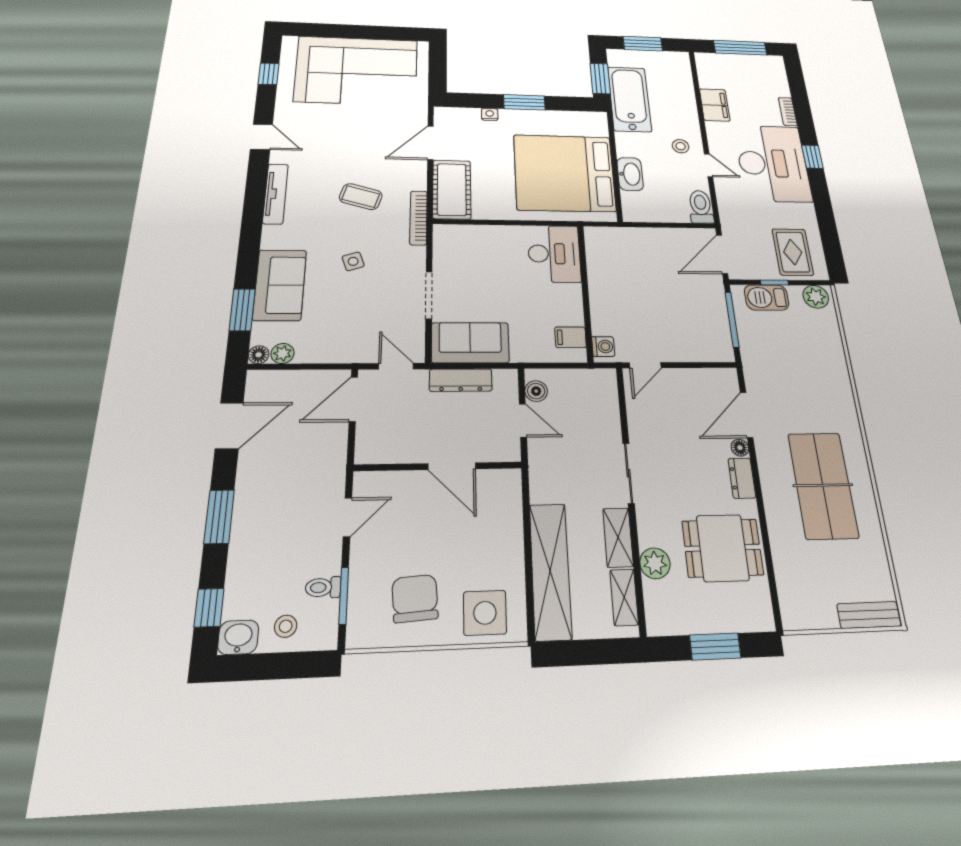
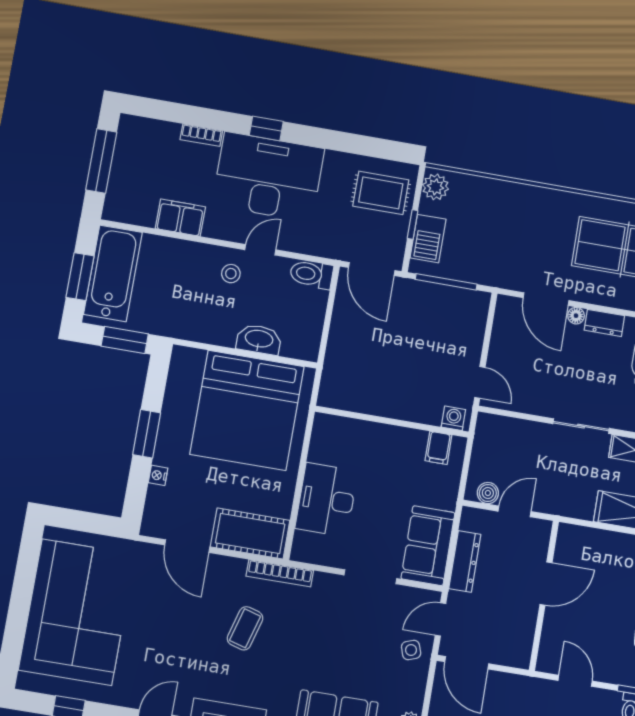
bathtub: (629, 99) -> (113, 273), moved, turned 90
desk: (554, 254) -> (327, 500), moved, turned -90
side table: (353, 261) -> (411, 650), moved

